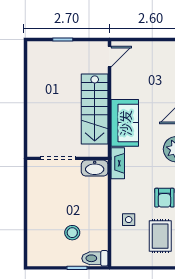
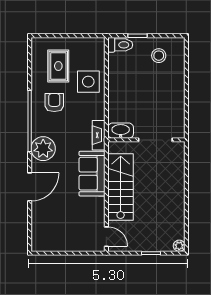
plant: (33, 47) -> (179, 246), added
door: (110, 57) -> (106, 237), swing flipped
side table: (129, 220) -> (88, 82), width x1.87, depth x1.87
stool: (72, 233) -> (159, 56), moved

